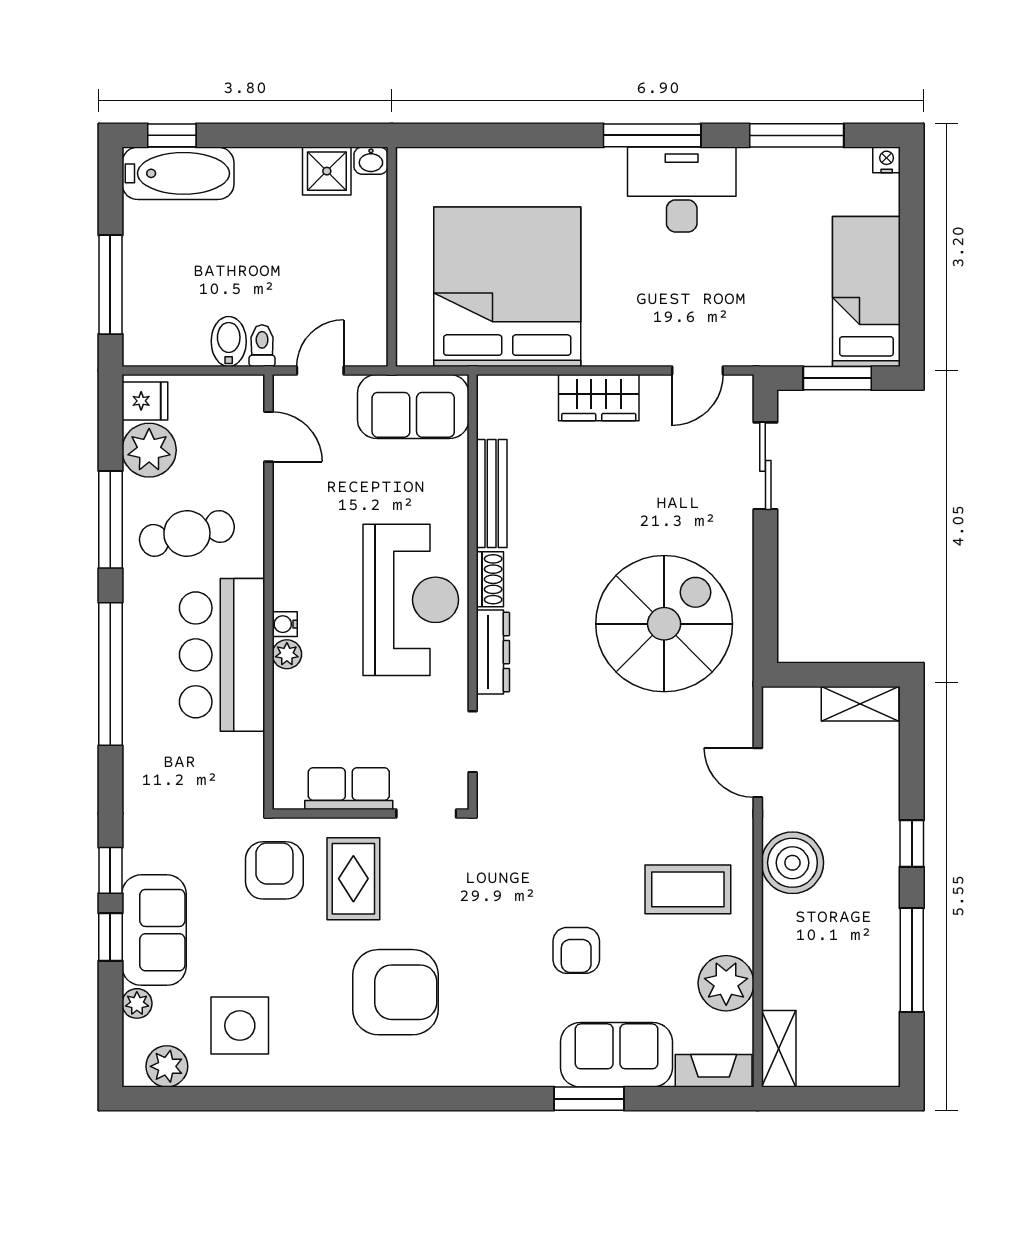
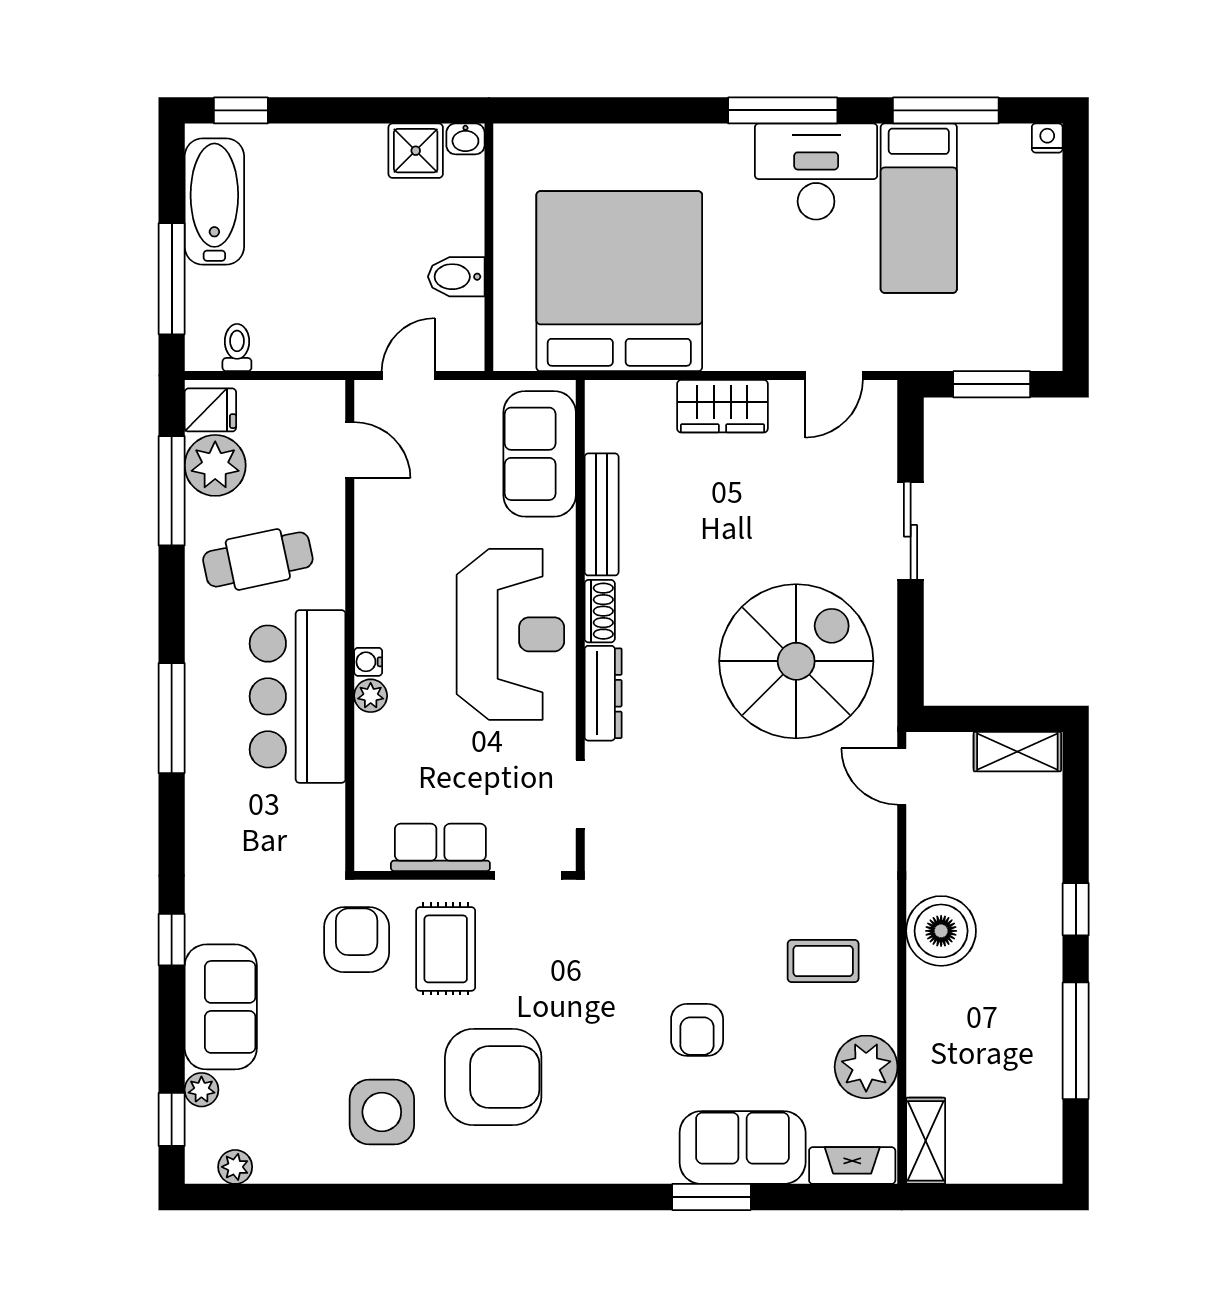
bathtub: (178, 173) -> (214, 202), moved, turned -90
bed: (866, 292) -> (919, 208), moved, turned 180
bidet: (229, 341) -> (456, 277), moved, turned -90
toilet: (262, 346) -> (237, 348), moved
sofa: (413, 406) -> (540, 454), moved, turned 90
sliding door: (765, 466) -> (911, 531), moved
window: (110, 520) -> (172, 491), moved
window: (110, 674) -> (172, 718), width x0.68
door: (758, 773) -> (902, 777), moved
coffee table: (688, 889) -> (823, 961), width x0.73, depth x0.77
window: (110, 937) -> (172, 1119), moved
side table: (240, 1026) -> (382, 1112), moved
plant: (167, 1066) -> (235, 1167), width x0.73, depth x0.73

